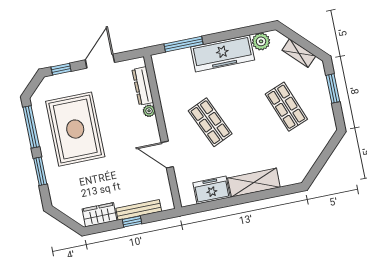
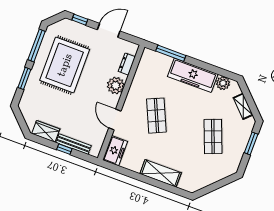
dresser: (143, 86) -> (127, 64), width x0.70
plant: (149, 111) -> (116, 85), width x1.88, depth x1.88
freezer: (212, 190) -> (115, 151), moved, turned 90

